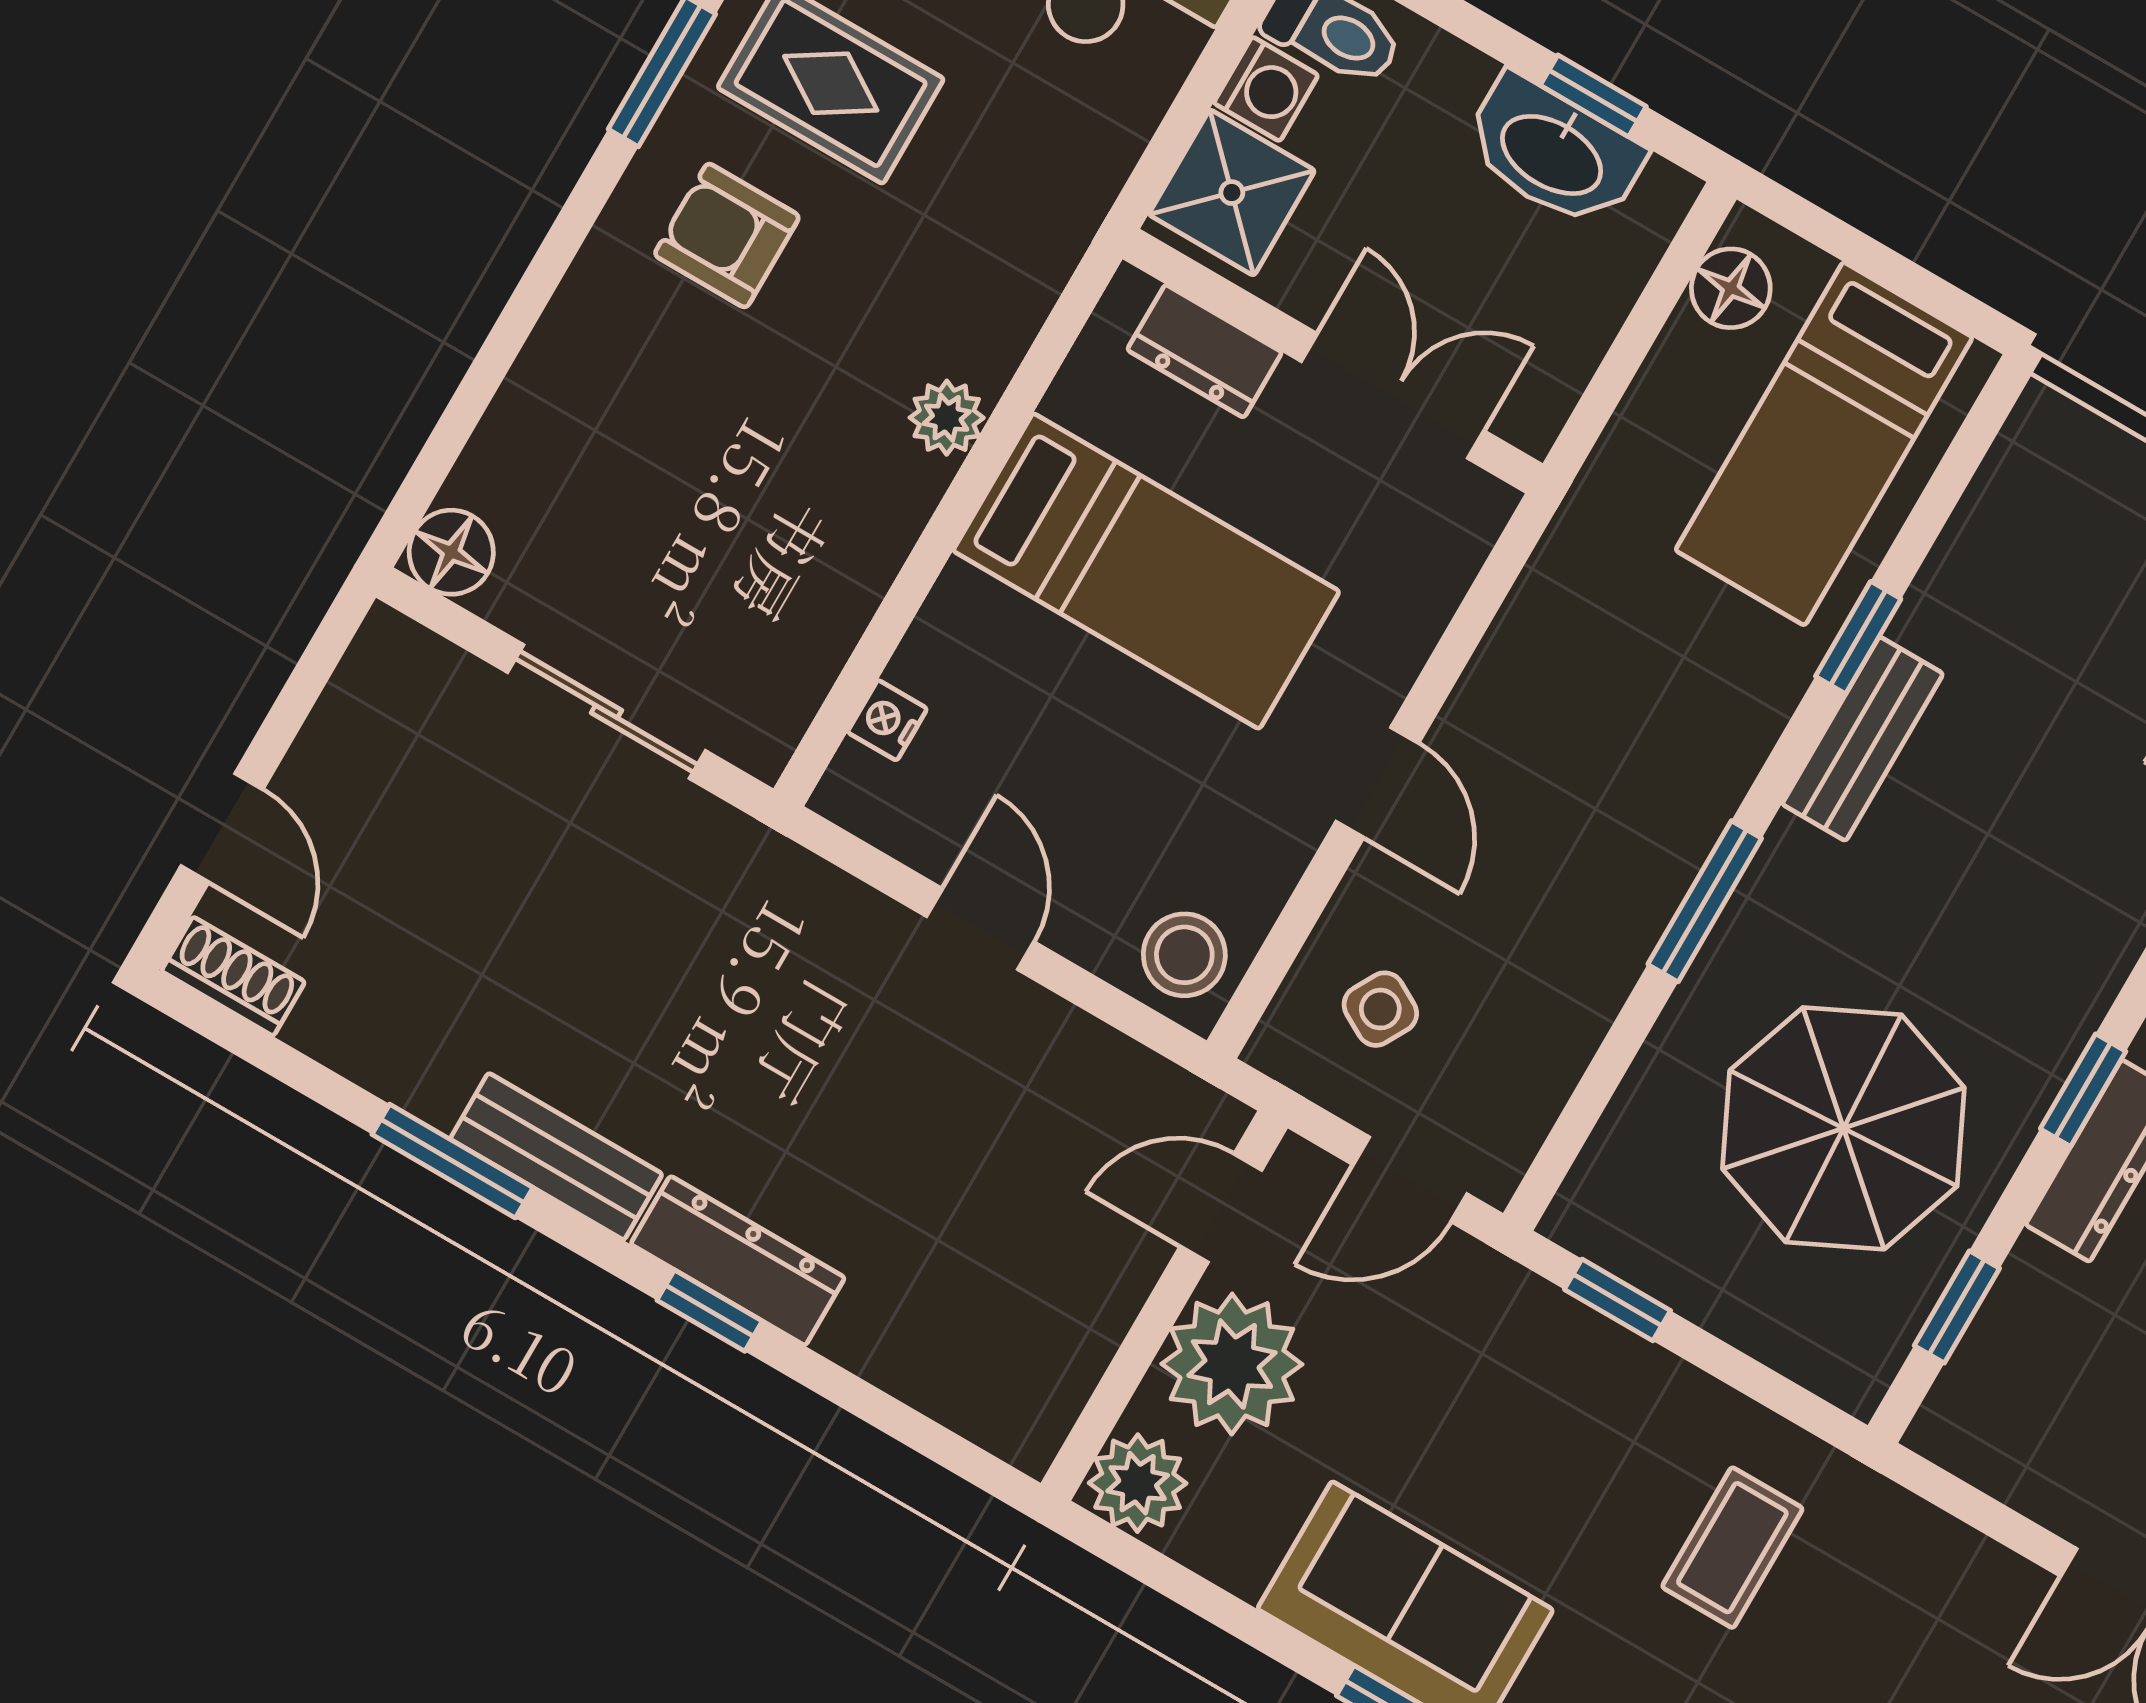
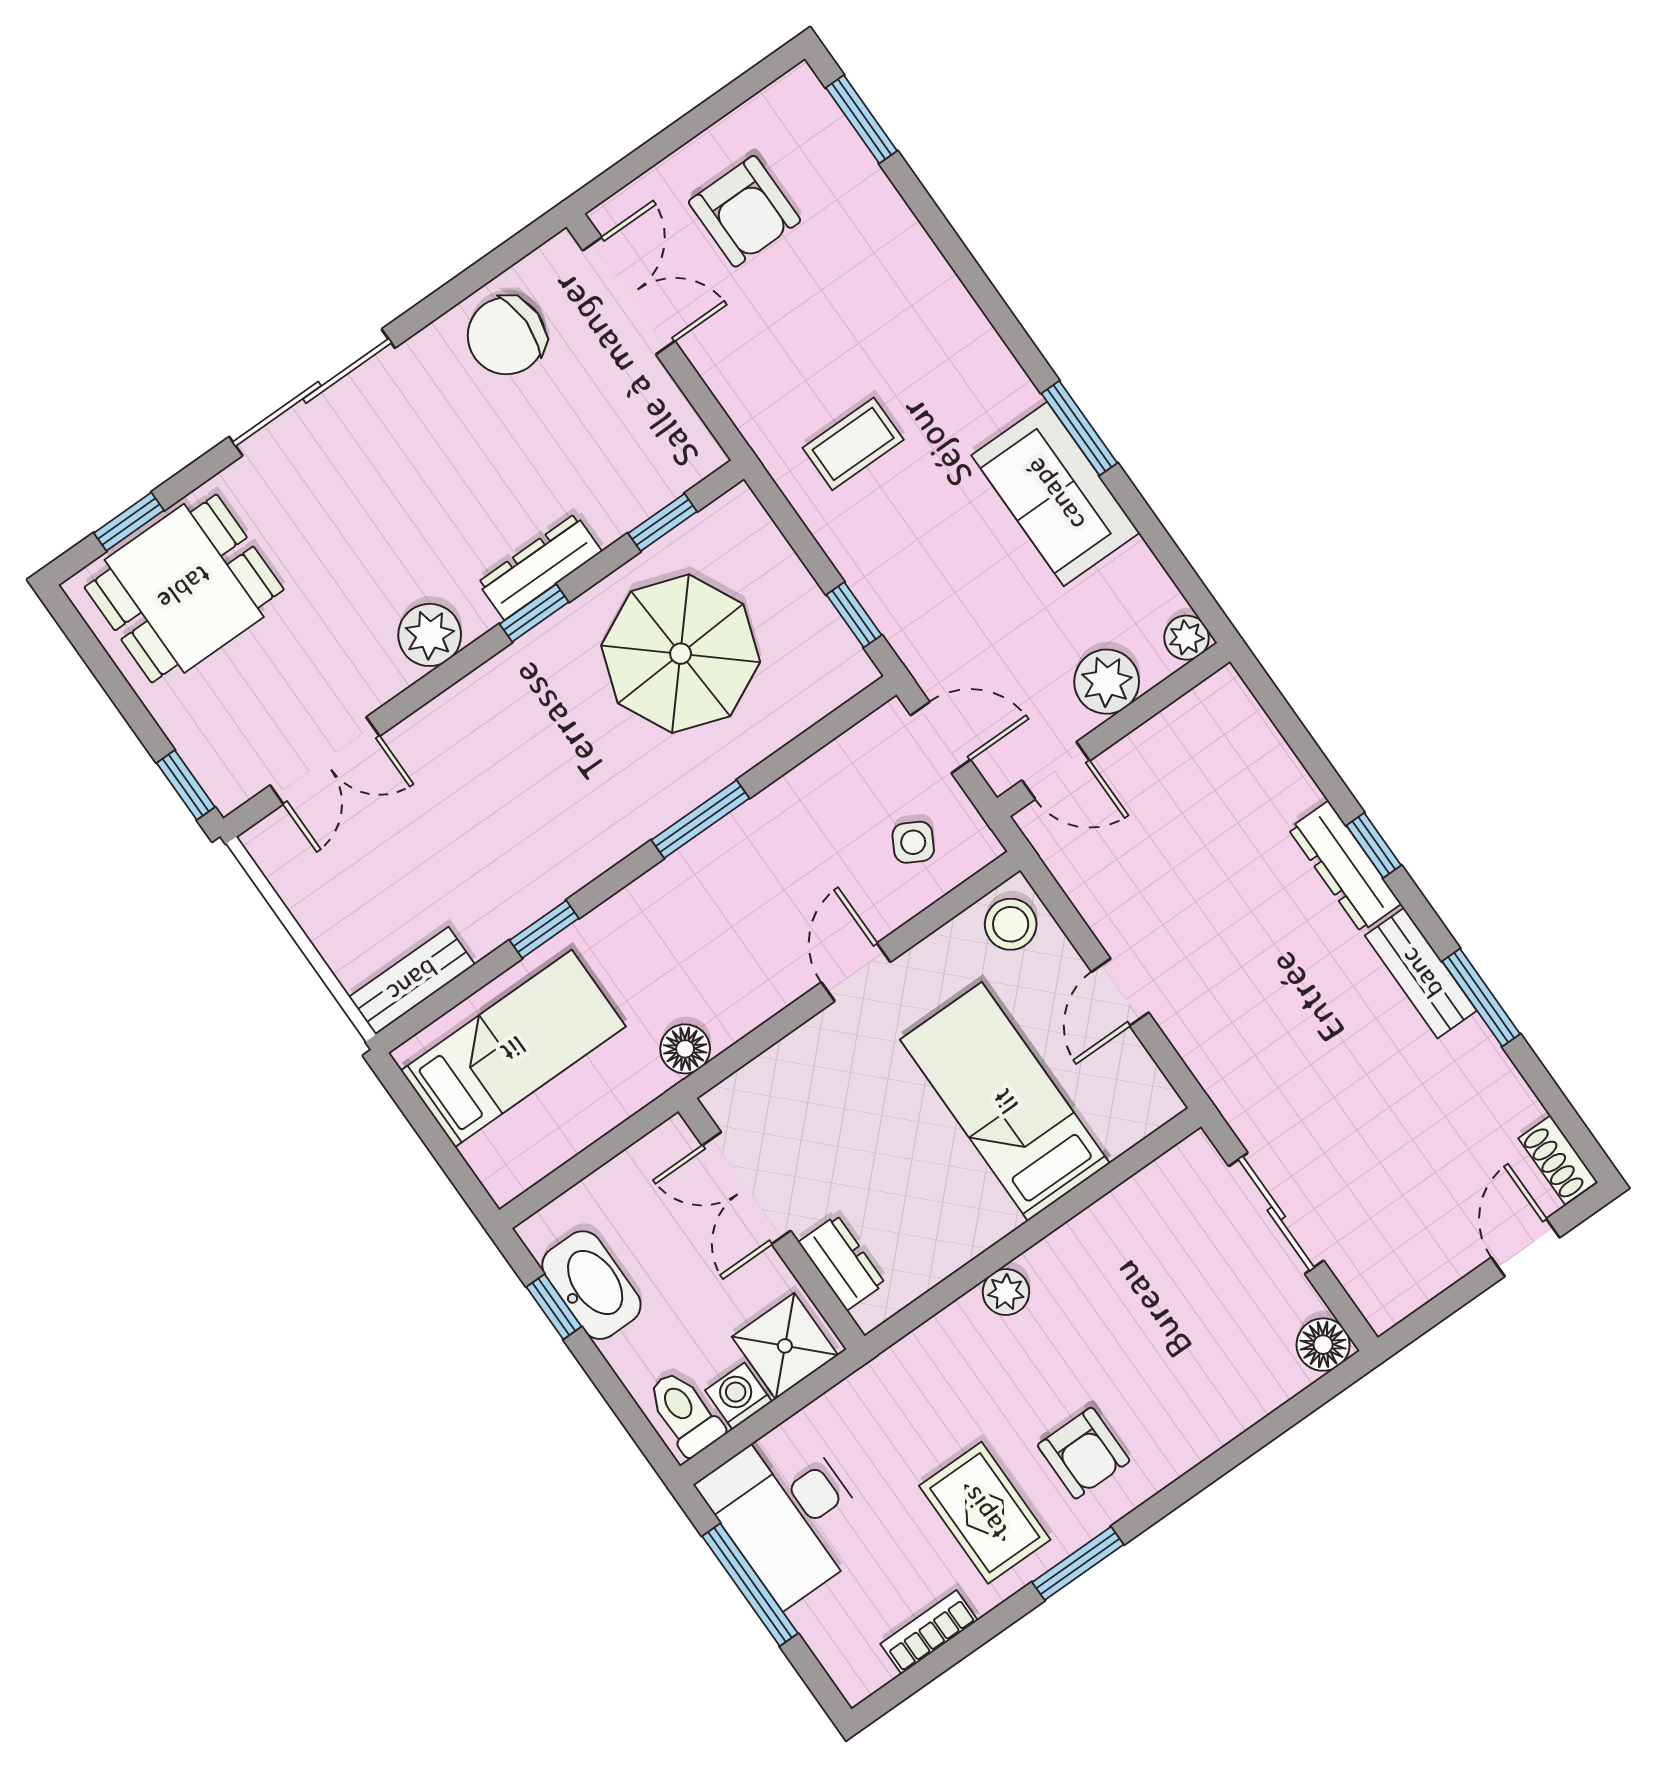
floor lamp: (1731, 288) -> (685, 1049), moved
bed: (1146, 571) -> (1005, 1101), moved
nightstand: (887, 720) -> (1119, 1135), removed
bench: (1863, 739) -> (412, 981), moved
plant: (1232, 1364) -> (1107, 682), width x0.73, depth x0.73
plant: (1138, 1483) -> (1187, 638), width x0.73, depth x0.73

